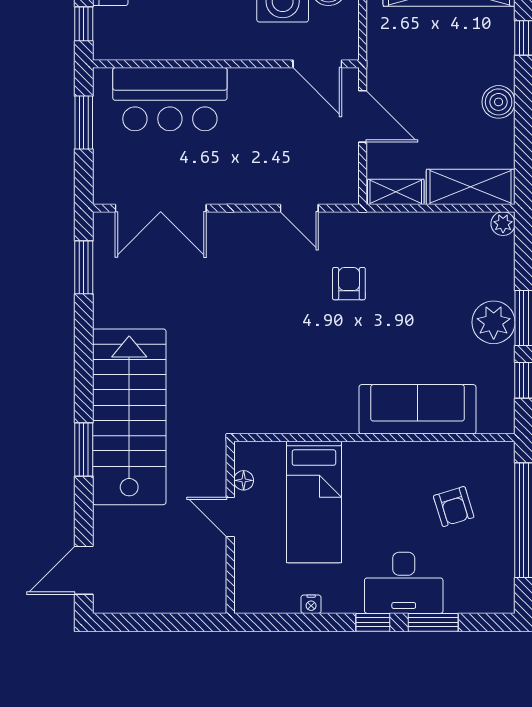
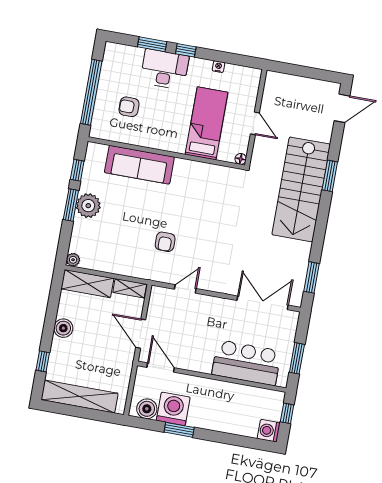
door: (299, 208) -> (185, 289), hinge flipped
floor lamp: (244, 480) -> (241, 159), moved
armchair: (454, 507) -> (129, 107), turned -73

